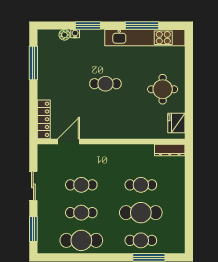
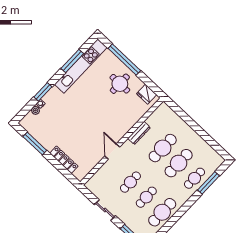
window: (189, 72) -> (124, 60), added
cafe table: (105, 84) -> (86, 113), removed
locker: (44, 119) -> (64, 160), moved
door: (69, 141) -> (112, 151), moved
dresser: (170, 150) -> (139, 133), moved
cafe table: (141, 185) -> (163, 148), width x1.37, depth x1.35

